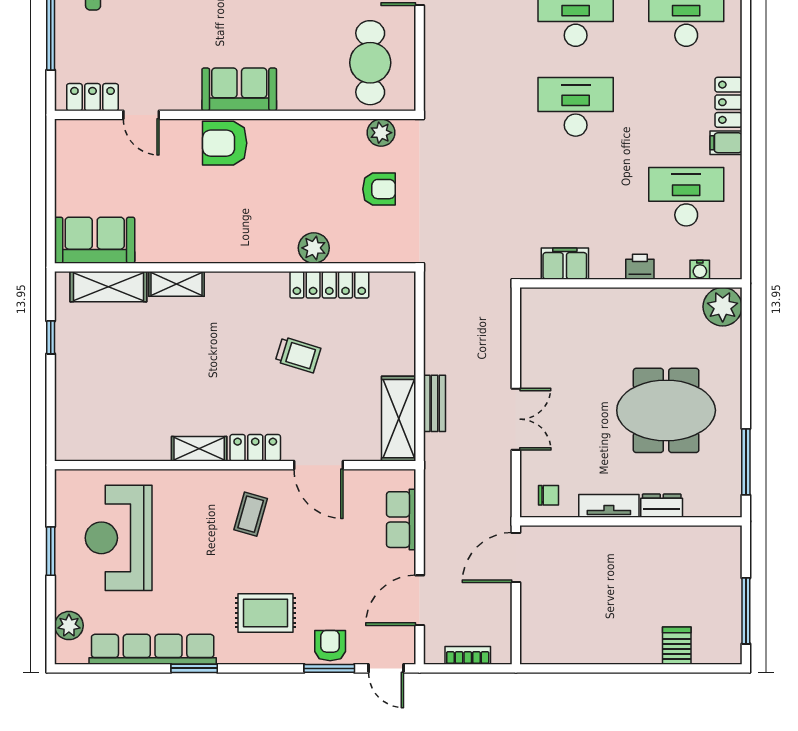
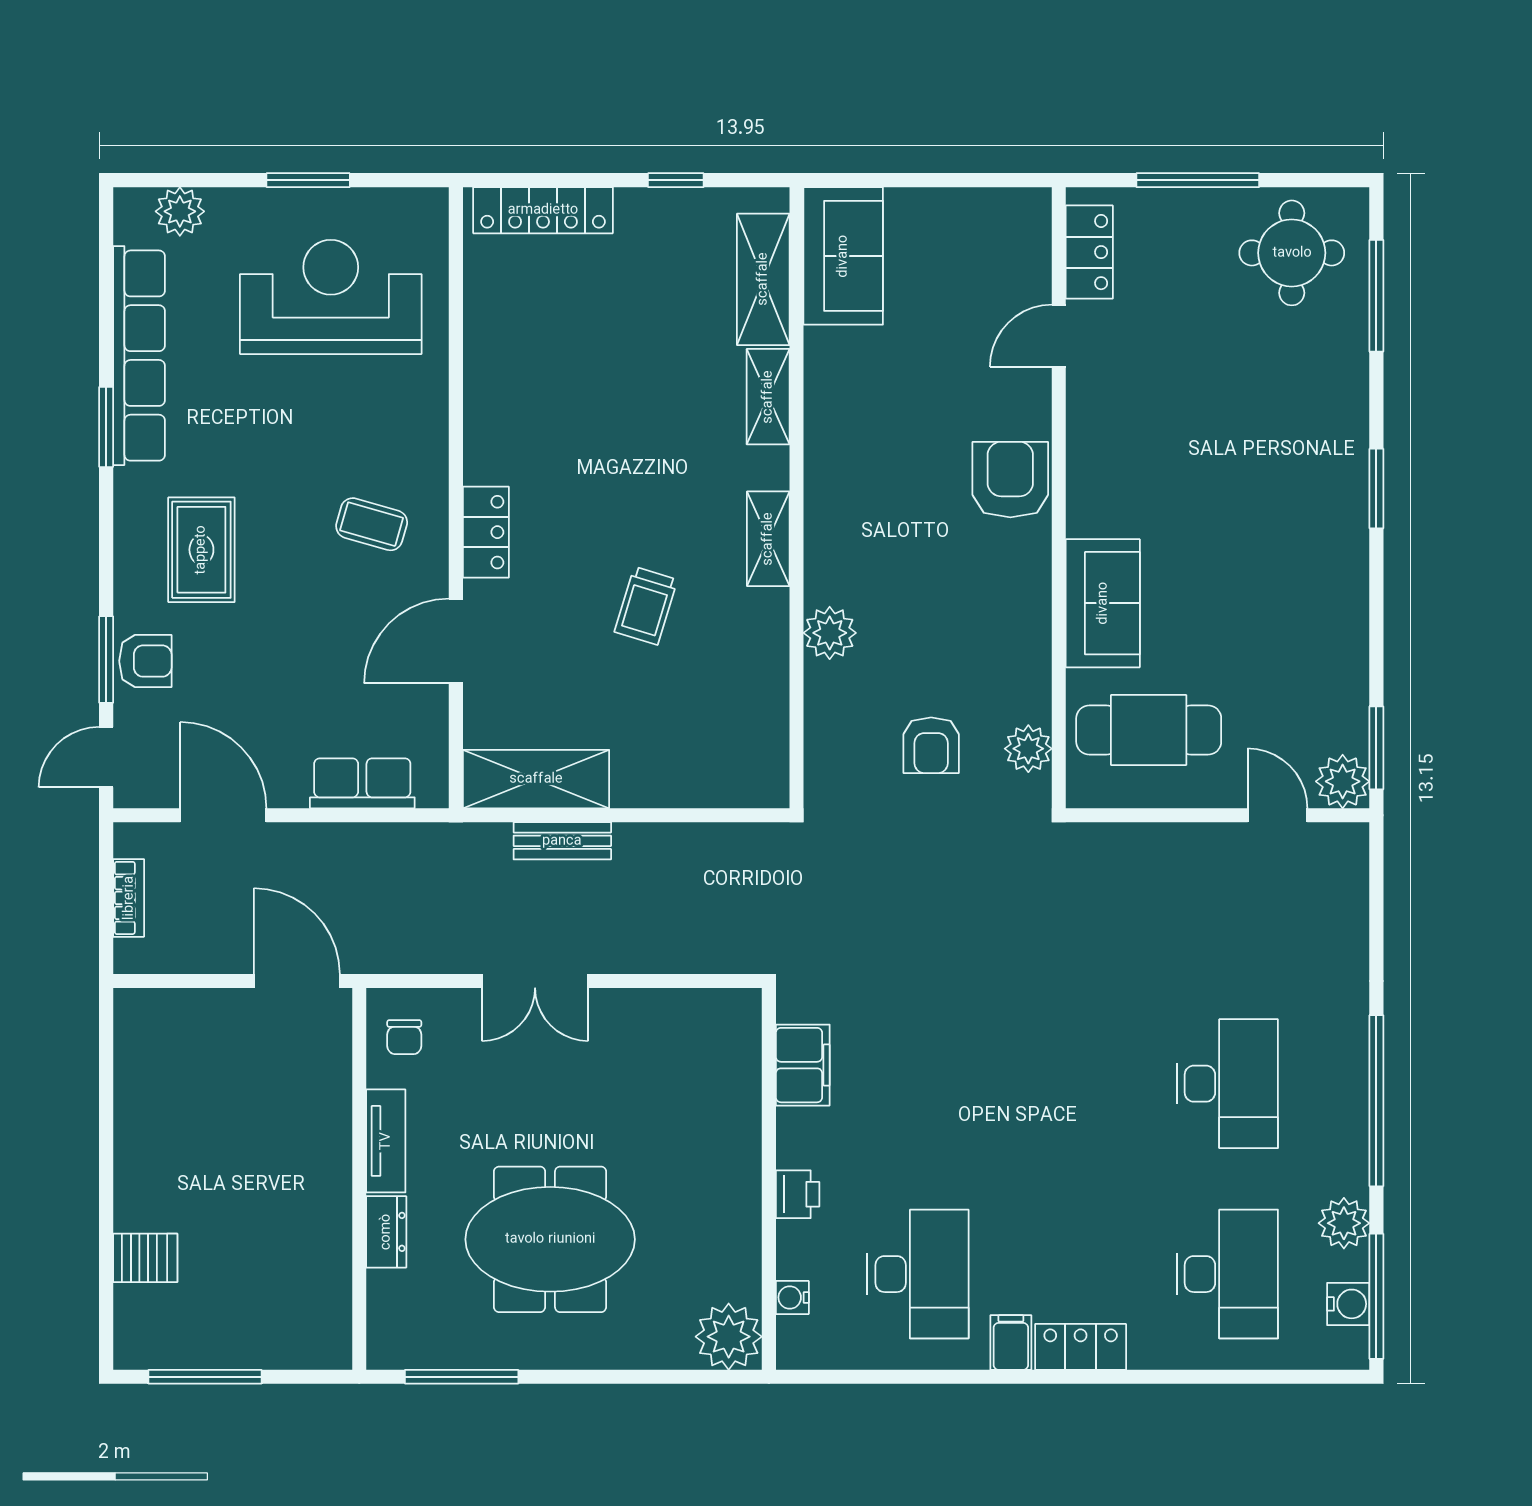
sofa: (239, 89) -> (1103, 603), moved
desk: (576, 107) -> (1073, 1084), removed
locker: (329, 285) -> (543, 210), moved, turned -90
meeting table: (666, 410) -> (550, 1239), turned 90
shelving: (199, 449) -> (768, 539), moved

